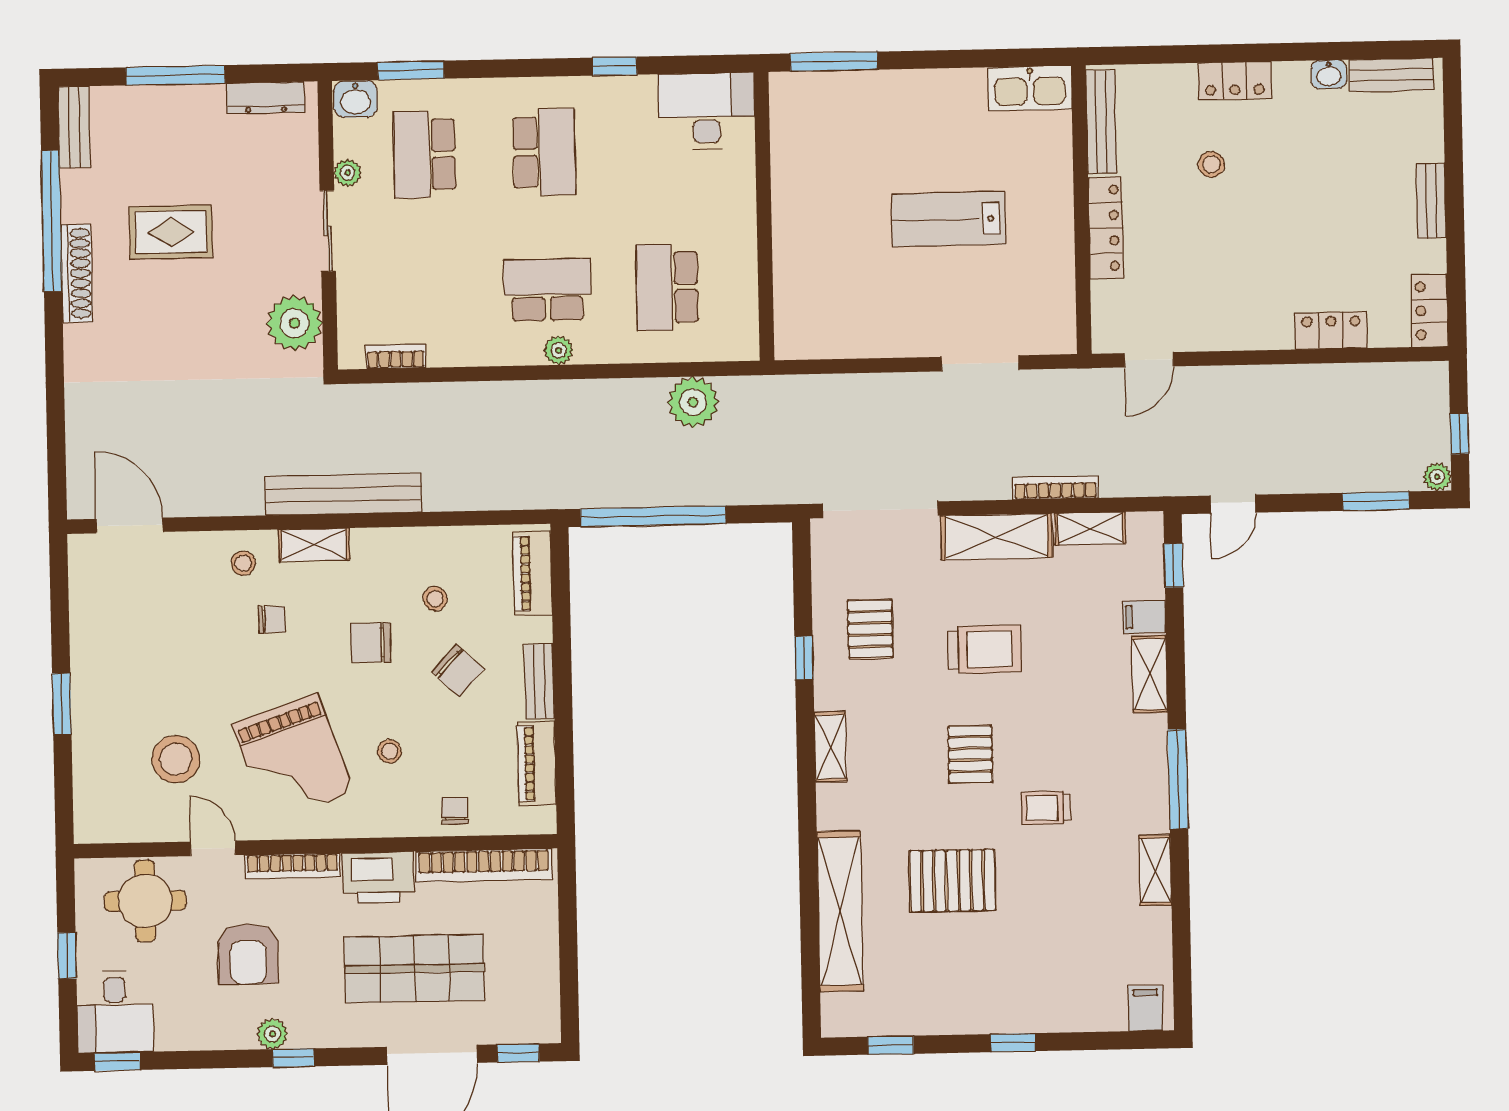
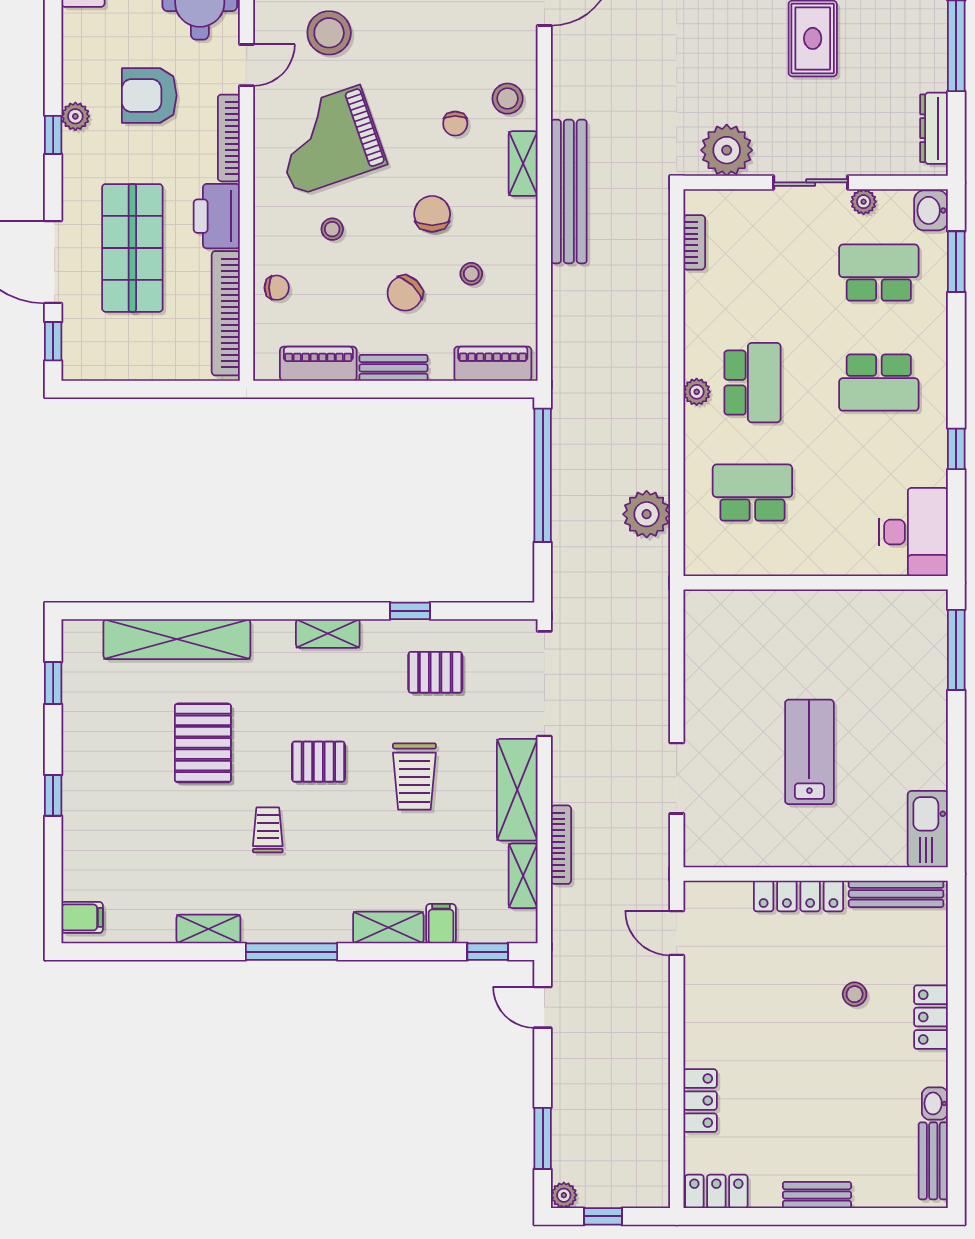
stool: (243, 563) -> (508, 99), width x1.37, depth x1.37

